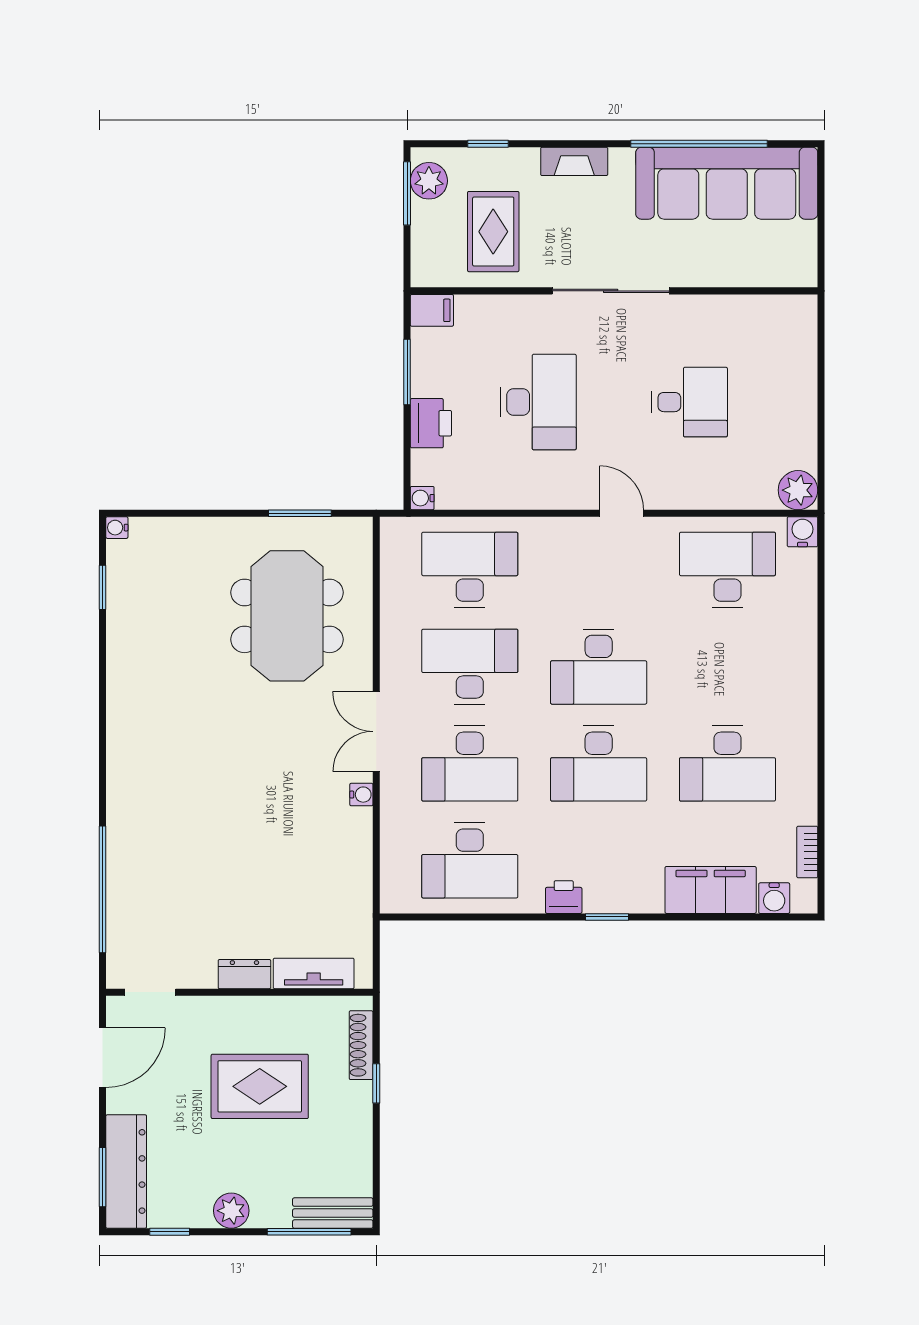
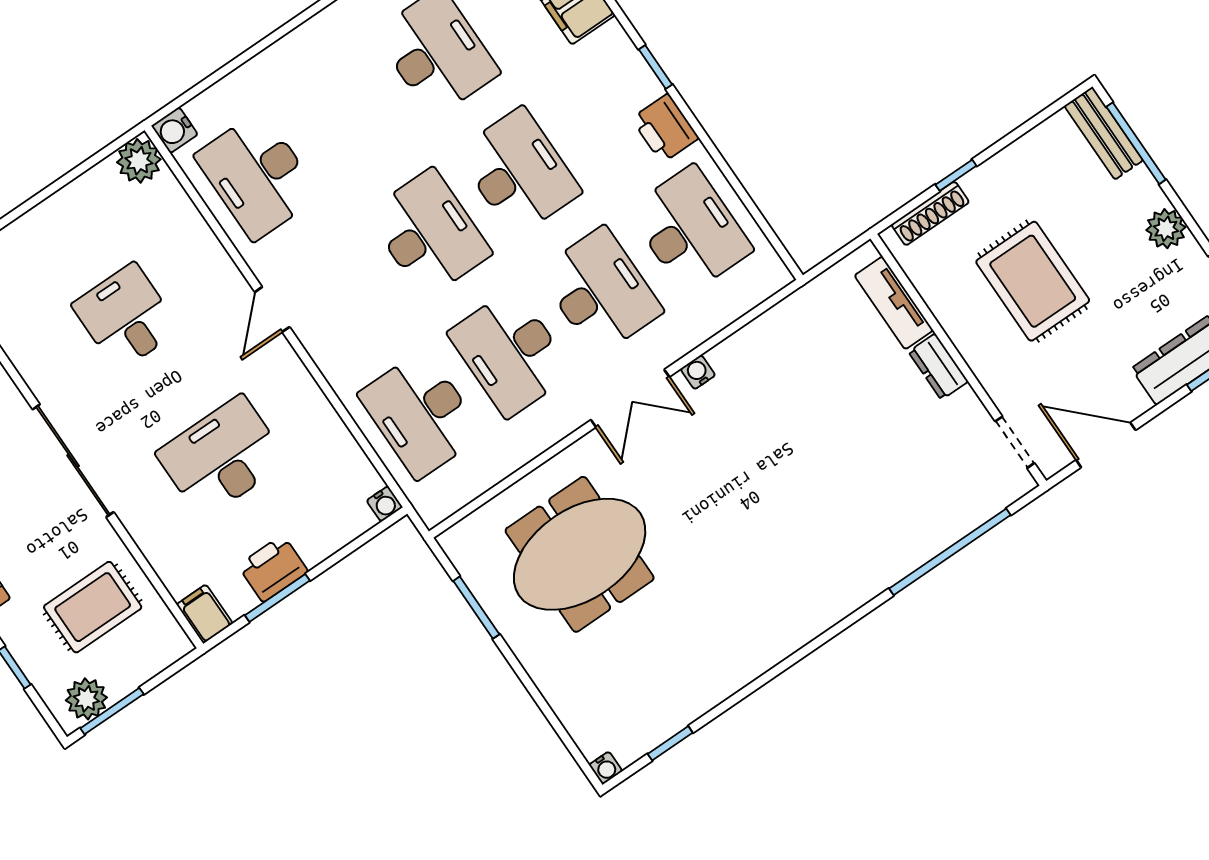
printer: (431, 423) -> (273, 568), moved
printer: (564, 897) -> (665, 128), width x1.36, depth x1.24

